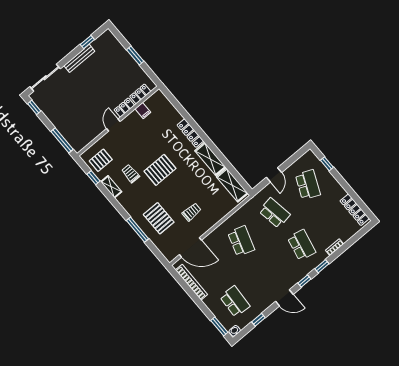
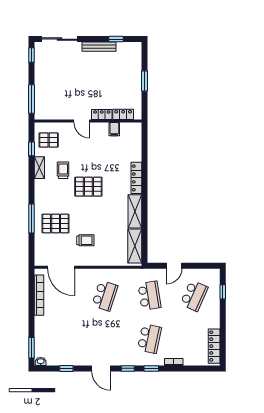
door: (113, 125) -> (82, 121), swing flipped
pallet: (159, 218) -> (56, 224), turned 90
school desk: (235, 301) -> (60, 339), removed

